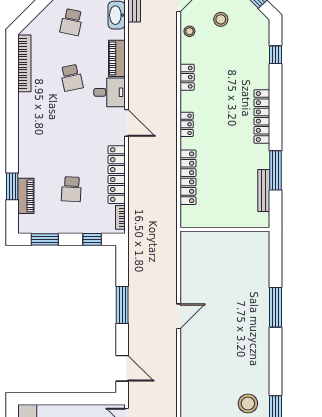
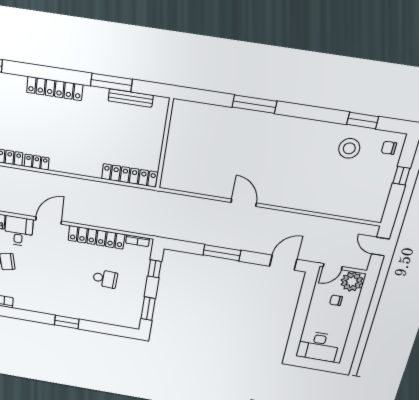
locker: (187, 124) -> (37, 162), moved
locker: (188, 177) -> (130, 175), moved
window: (12, 186) -> (67, 322), moved
piano: (26, 196) -> (106, 317), removed

